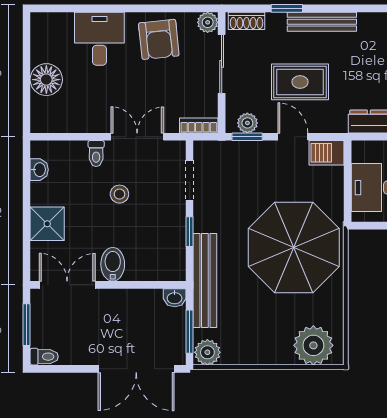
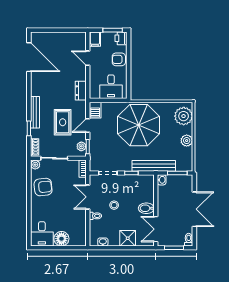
desk: (99, 39) -> (42, 234), moved, turned -90
plant: (207, 352) -> (187, 141), moved
double door: (136, 369) -> (194, 209), moved

